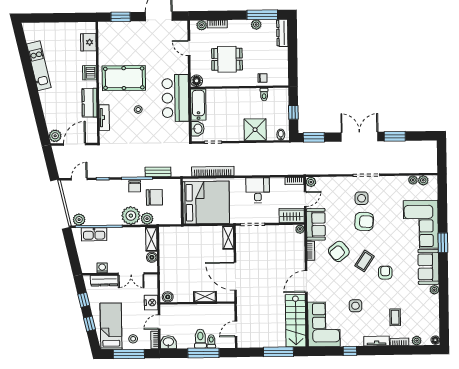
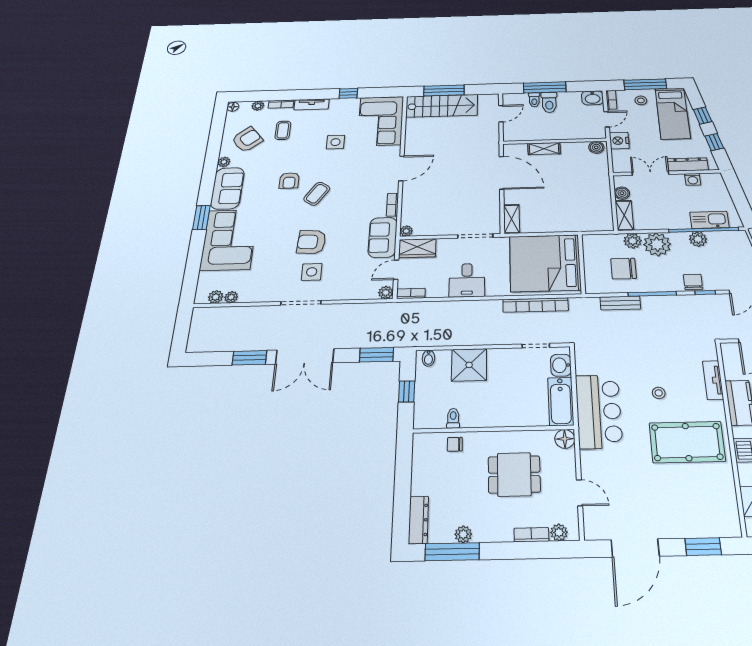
chair: (135, 186) -> (693, 282), moved
plant: (79, 220) -> (698, 239), moved
armchair: (339, 251) -> (247, 140), moved
stairs: (296, 321) -> (442, 106), moved, turned 90

